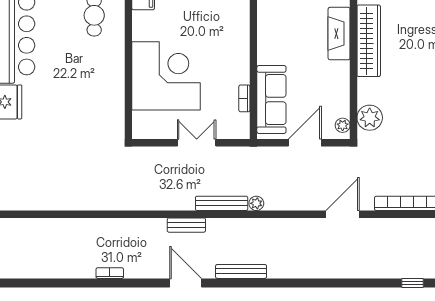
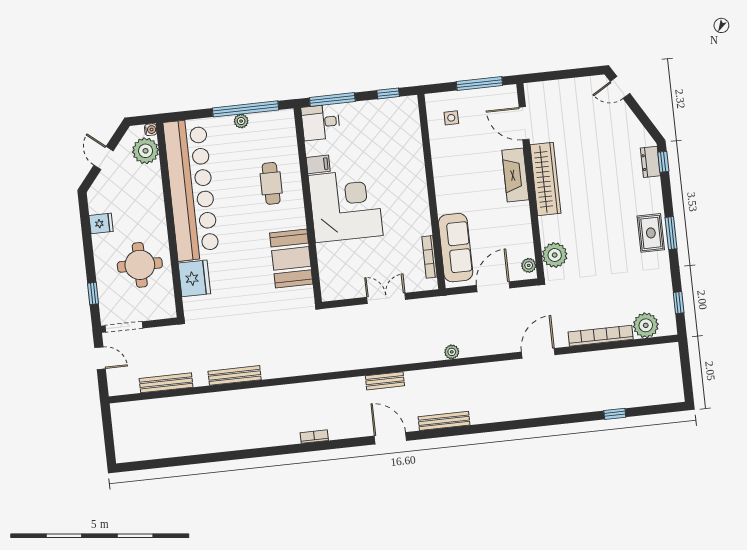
corner desk: (166, 76) -> (346, 205), moved
booth: (106, 93) -> (291, 258), added
bookcase: (244, 98) -> (430, 257), width x1.56
bench: (222, 203) -> (235, 375), moved

